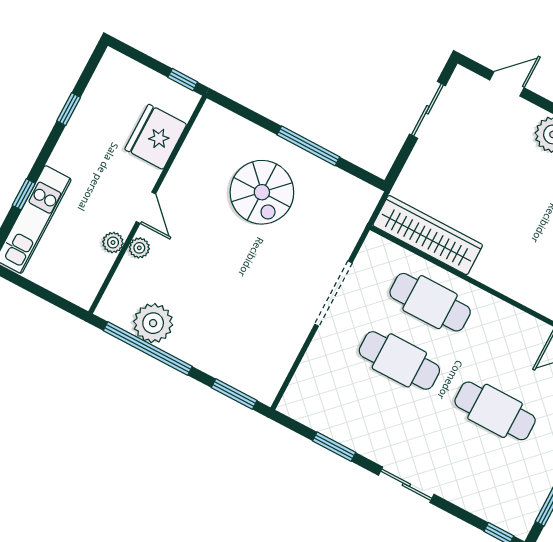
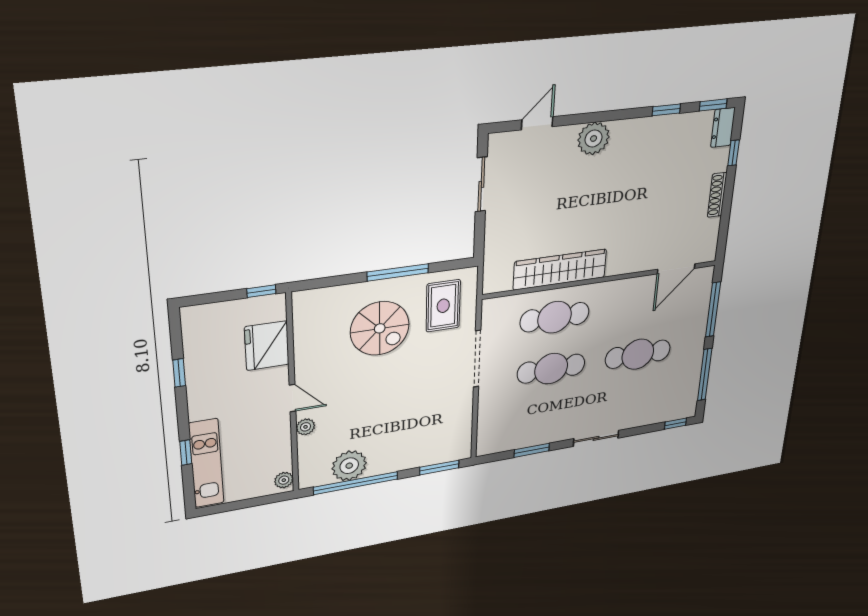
rug: (331, 211) -> (443, 306), added
wardrobe: (428, 235) -> (560, 270), moved
plant: (113, 242) -> (284, 480), moved

